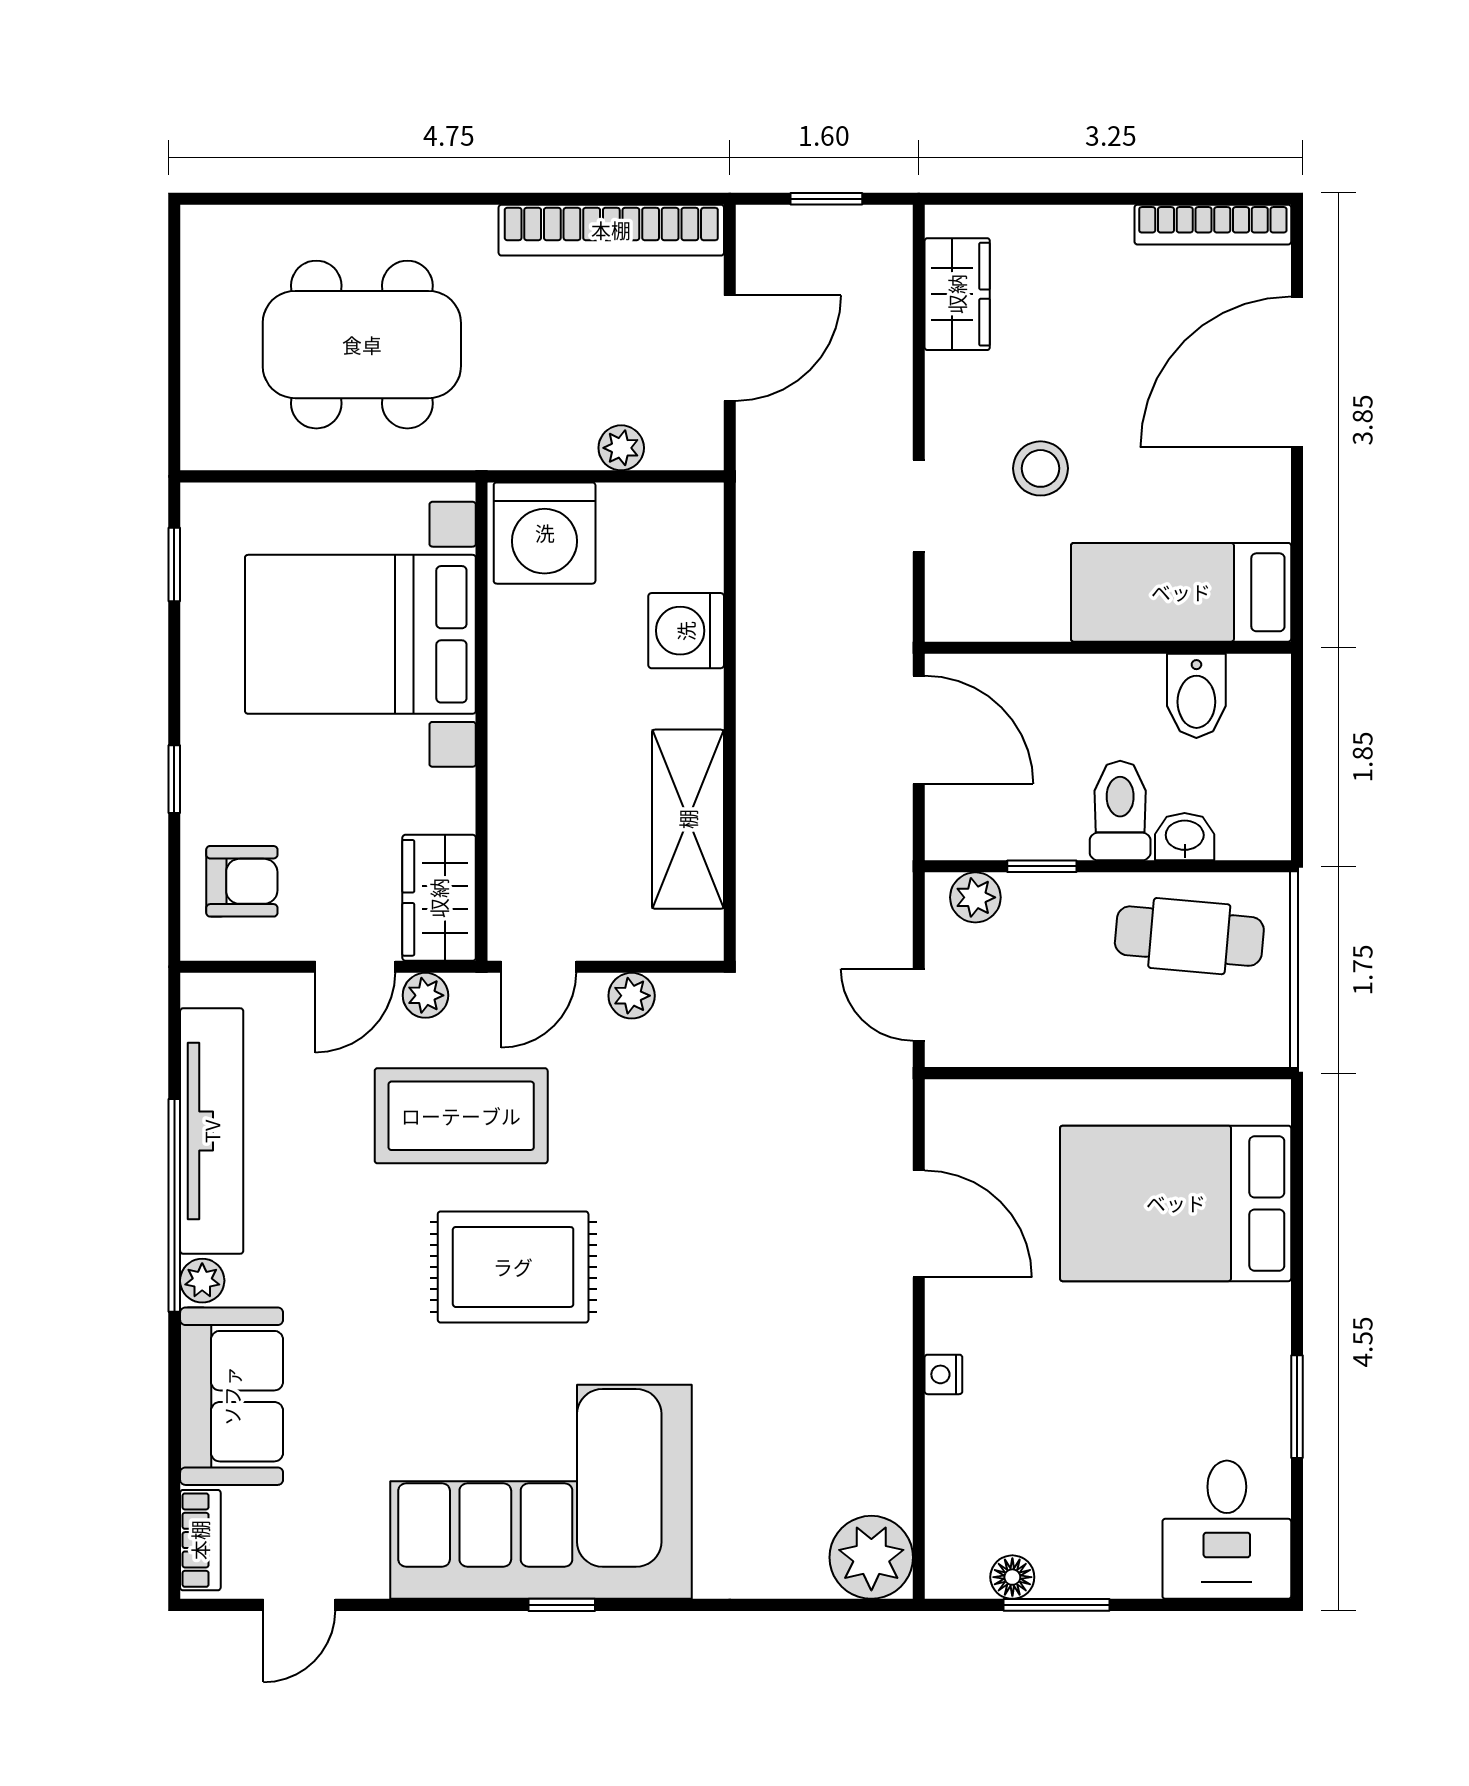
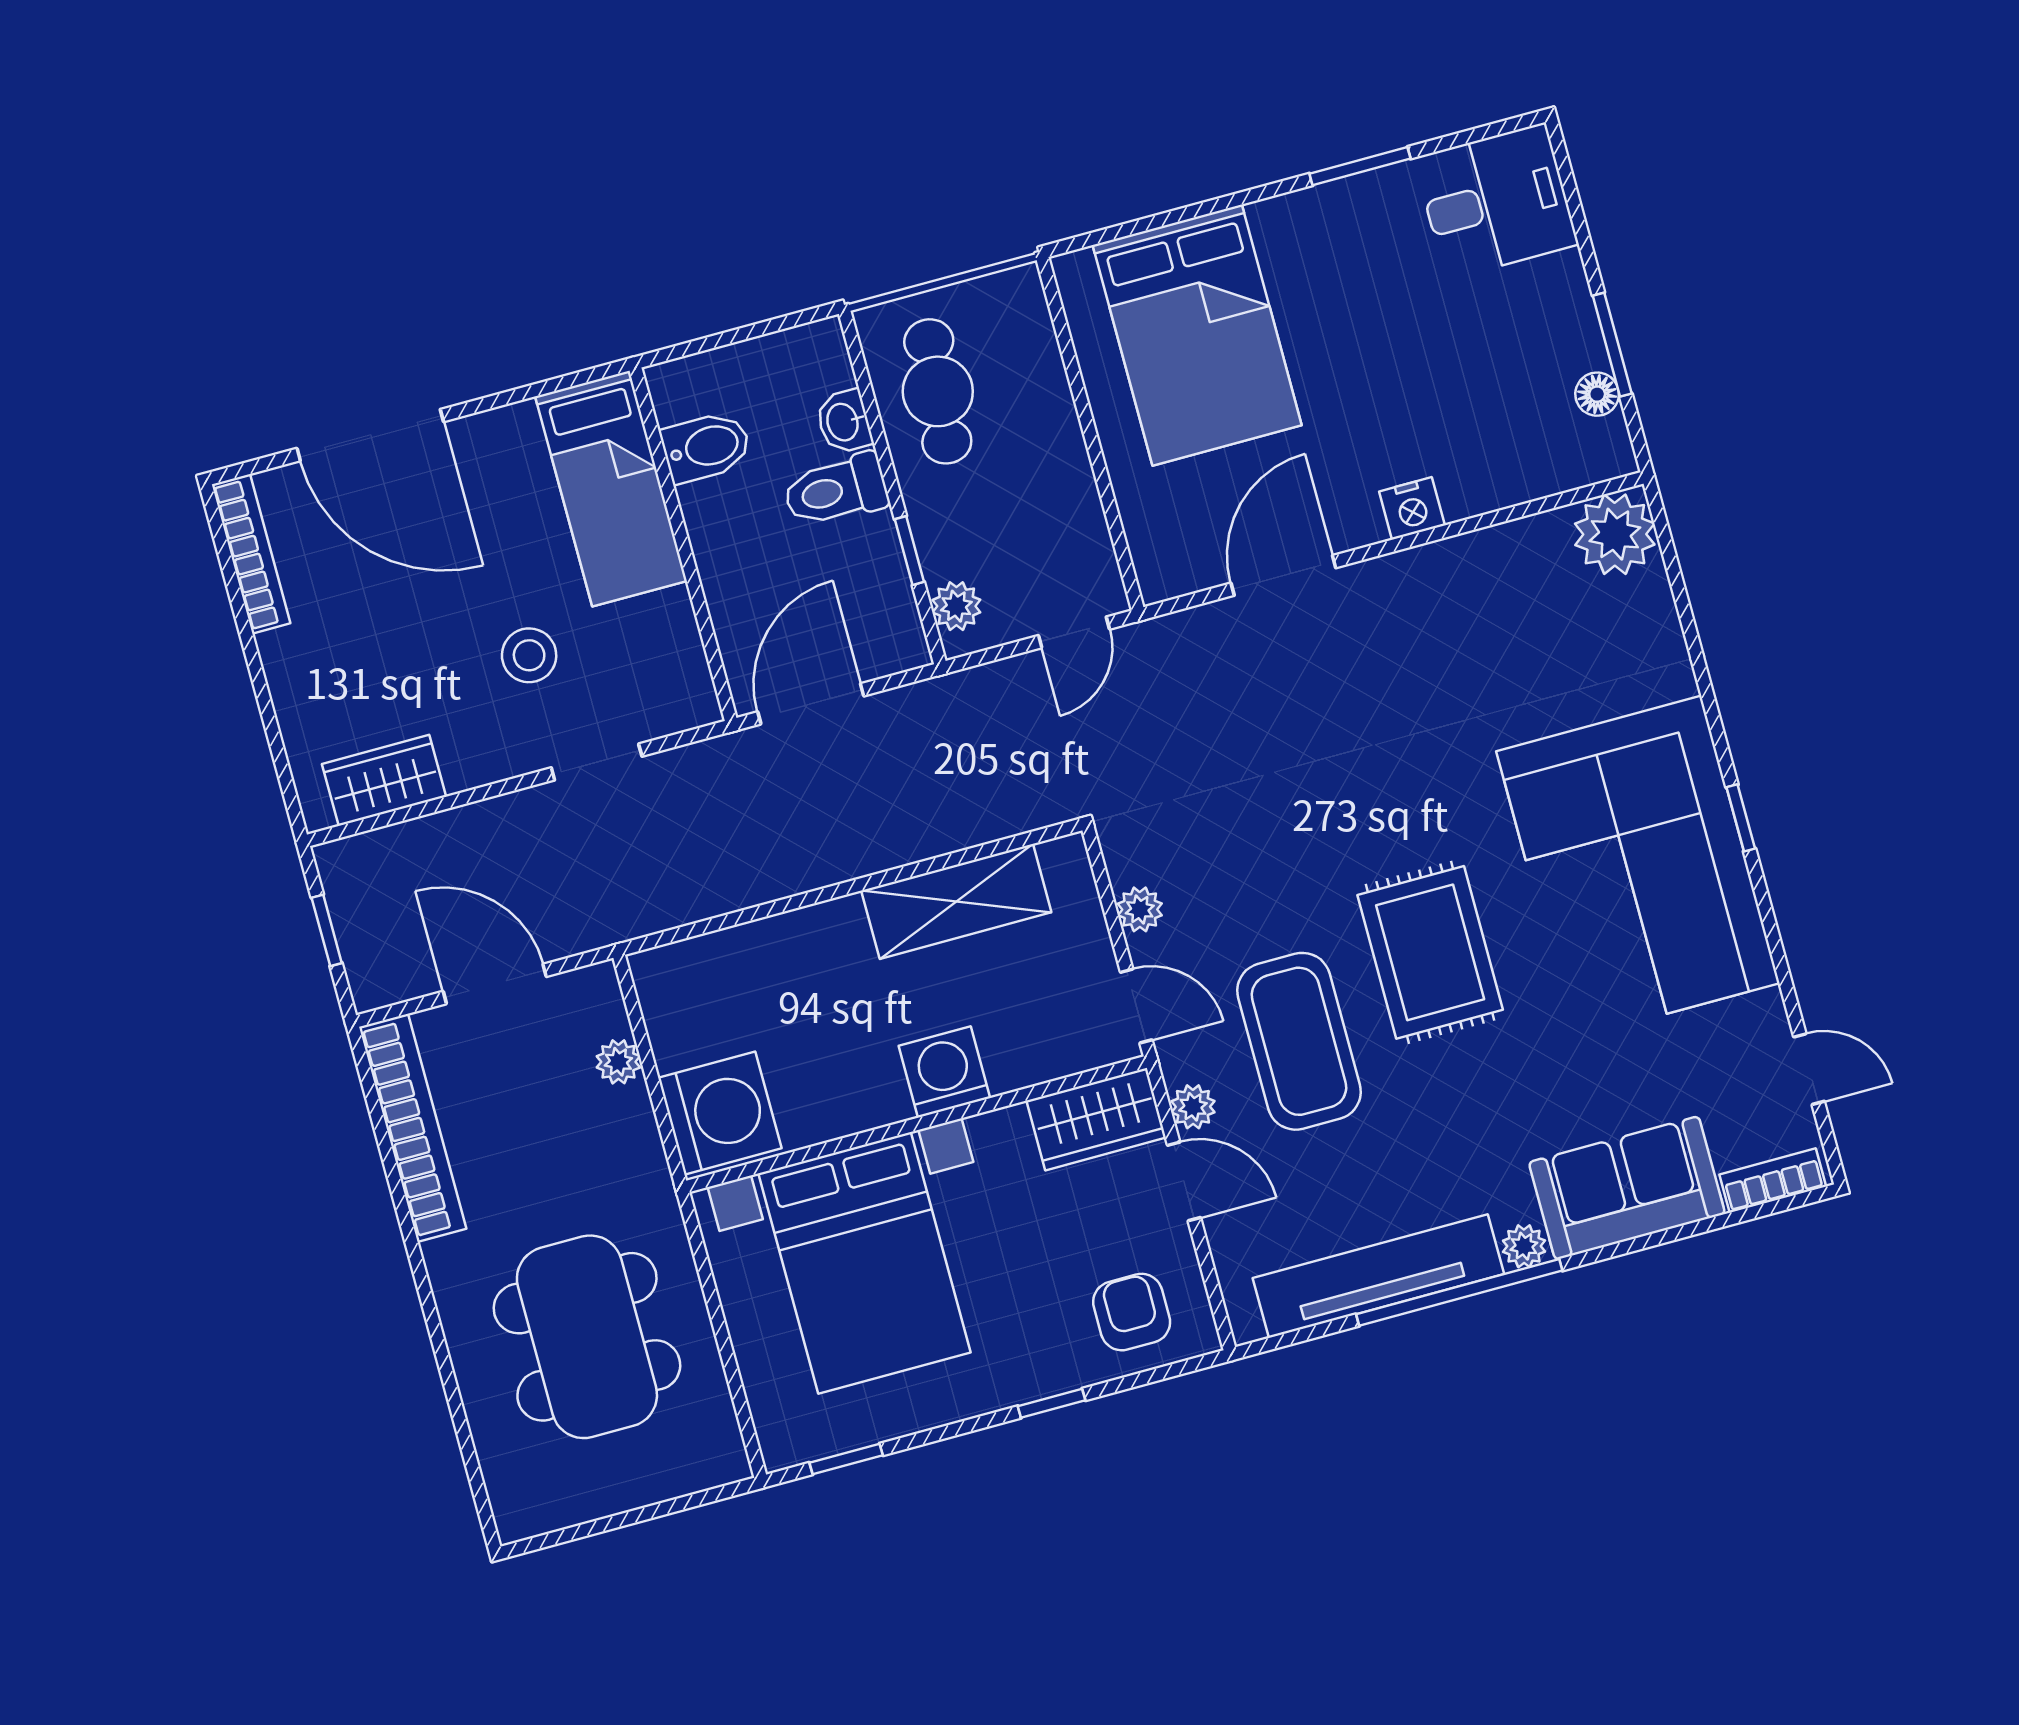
washing machine: (686, 631) -> (944, 1072), moved, turned 180
nightstand: (943, 1374) -> (1412, 508), width x1.39, depth x1.35

